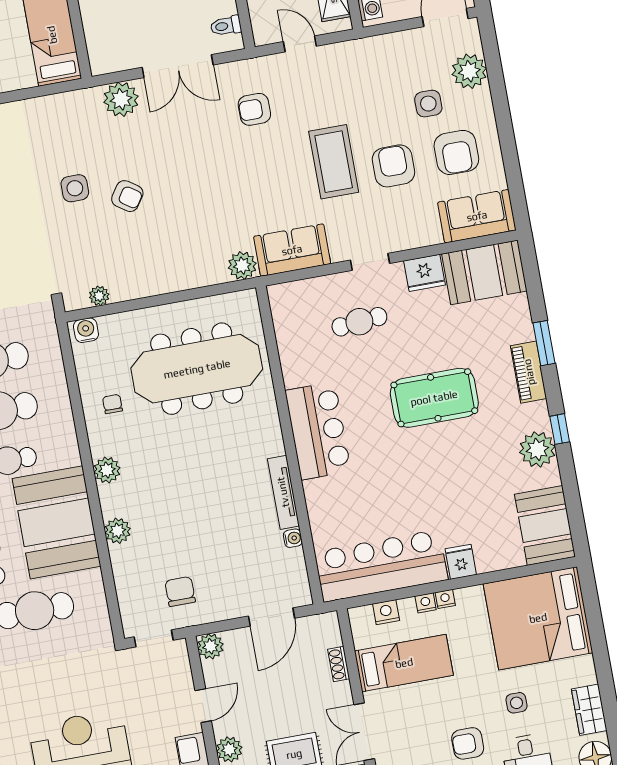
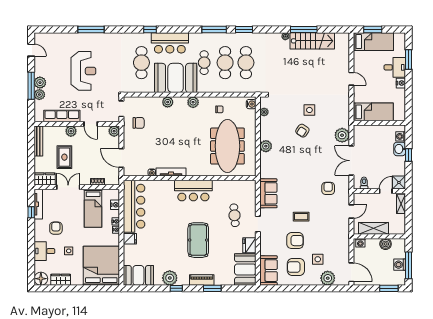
coffee table: (334, 162) -> (301, 217), width x0.54, depth x0.58
plant: (242, 266) -> (266, 146), moved

